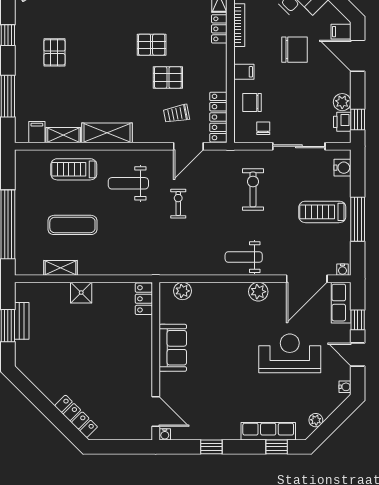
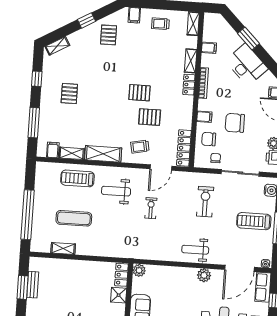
chair: (295, 50) -> (235, 123), moved, turned 180
trolley: (176, 114) -> (140, 147), moved
plant: (183, 291) -> (139, 270), moved
shower: (81, 293) -> (119, 295), moved

